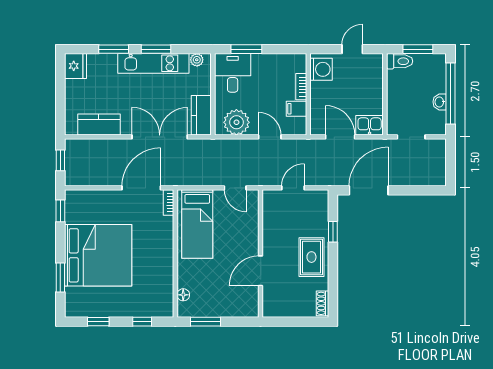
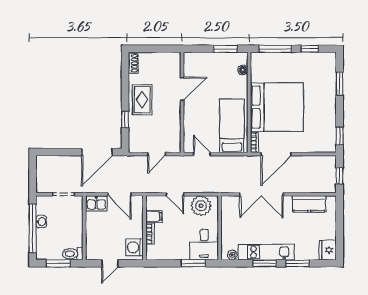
kitchen counter: (201, 115) -> (229, 211), removed
bed: (98, 255) -> (277, 107), moved, turned 180
window: (142, 322) -> (275, 49), width x2.17

